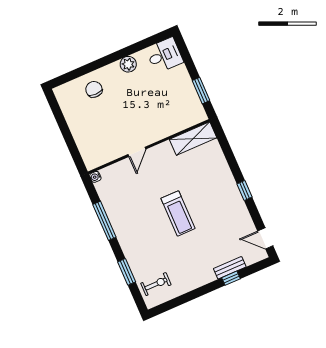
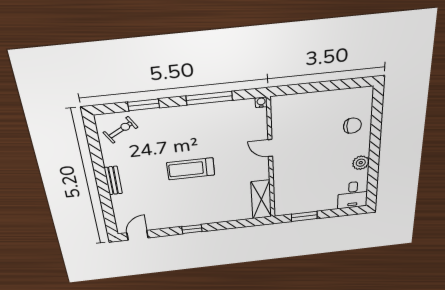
bench: (230, 268) -> (113, 181), moved
window: (231, 278) -> (105, 199), removed
exercise bike: (156, 284) -> (120, 130), turned -120

